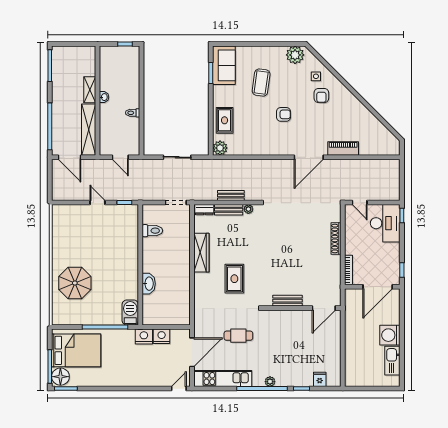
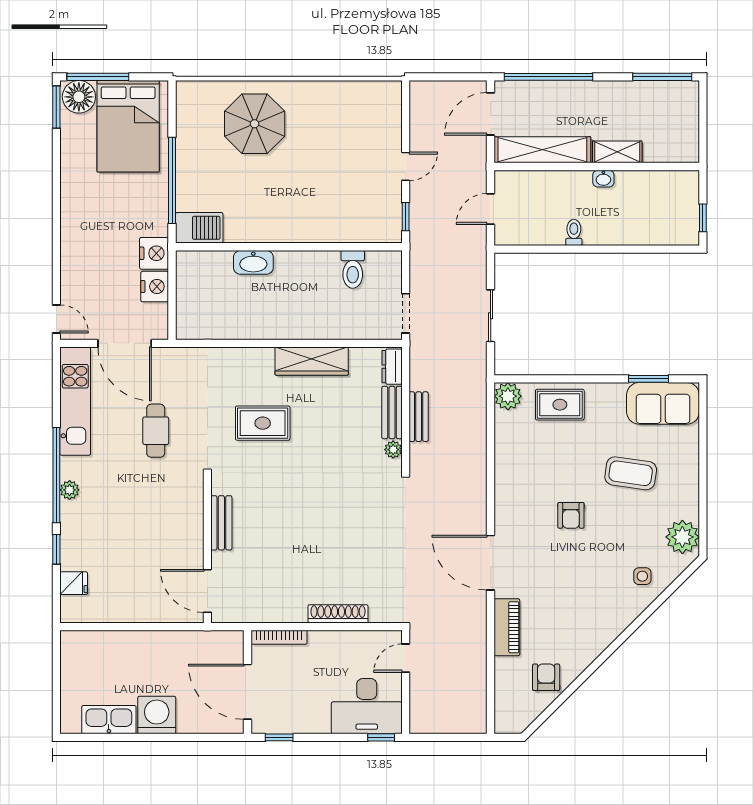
armchair: (321, 95) -> (546, 677), moved, turned 90

